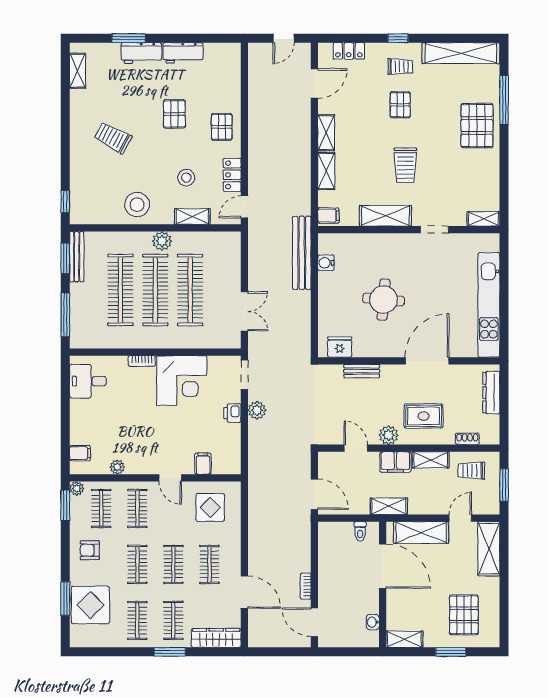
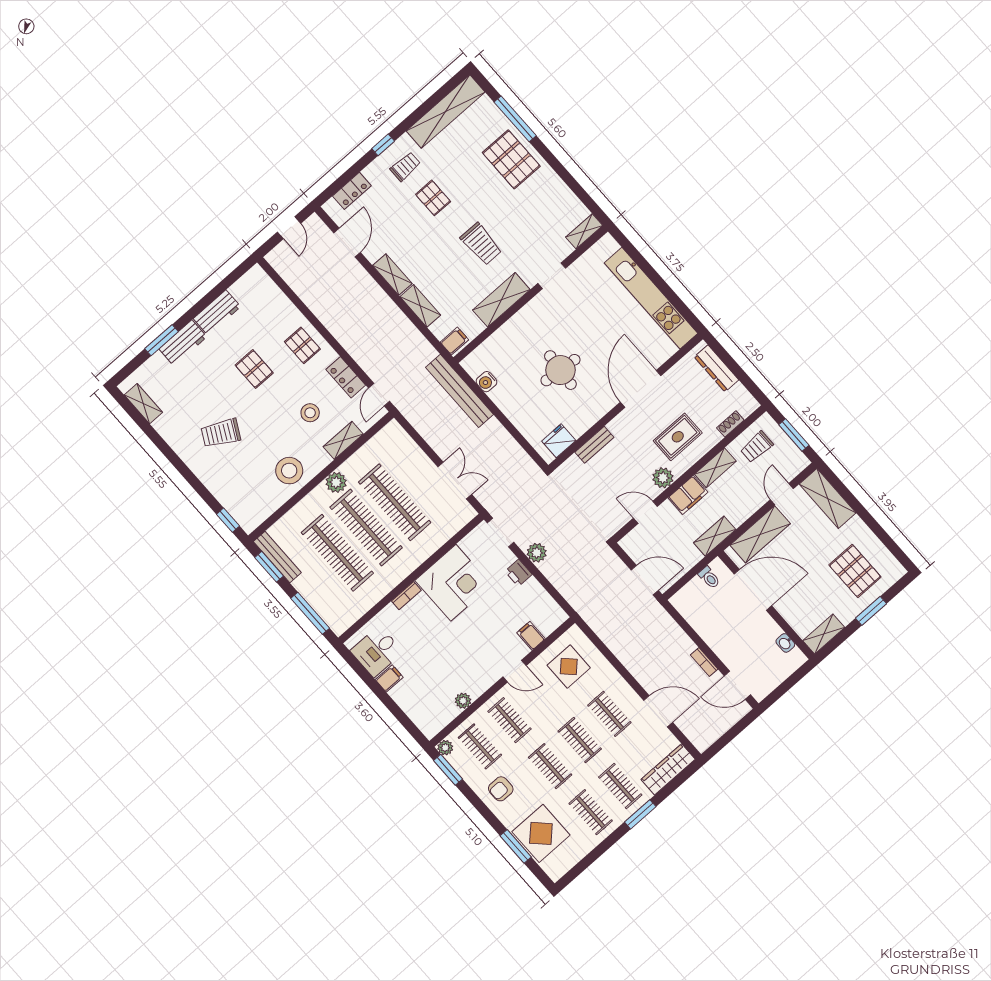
filing cabinet: (80, 453) -> (389, 678), moved

